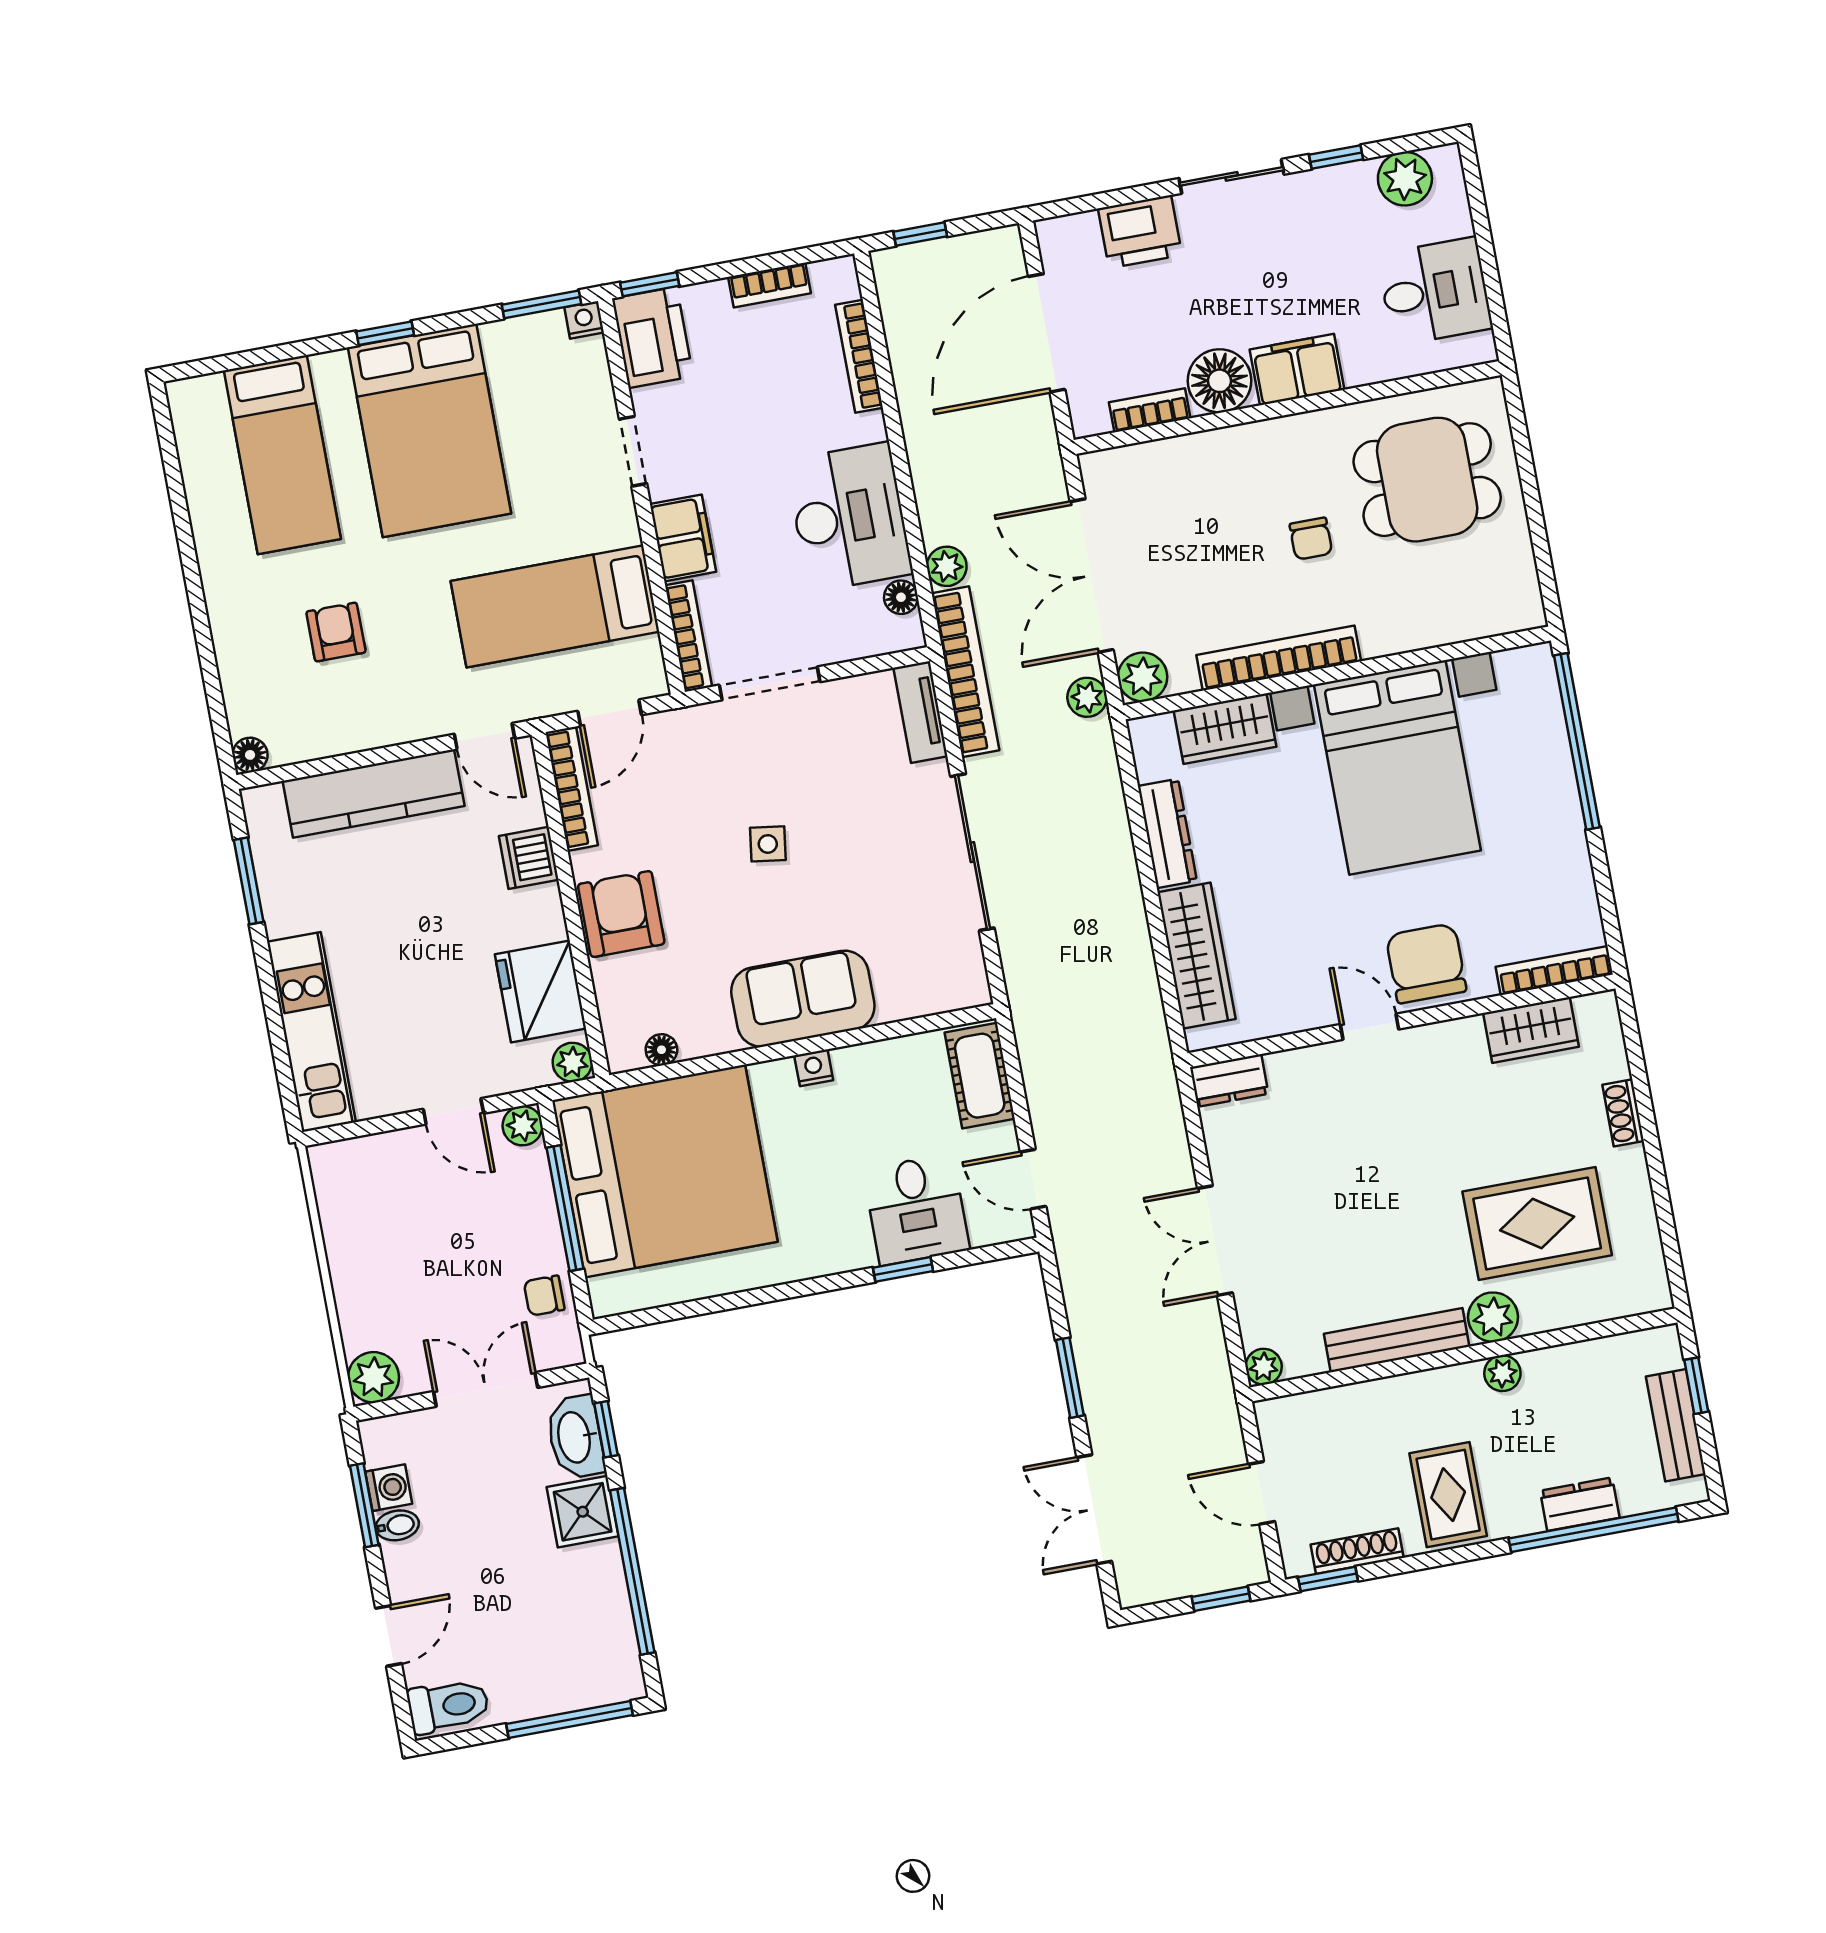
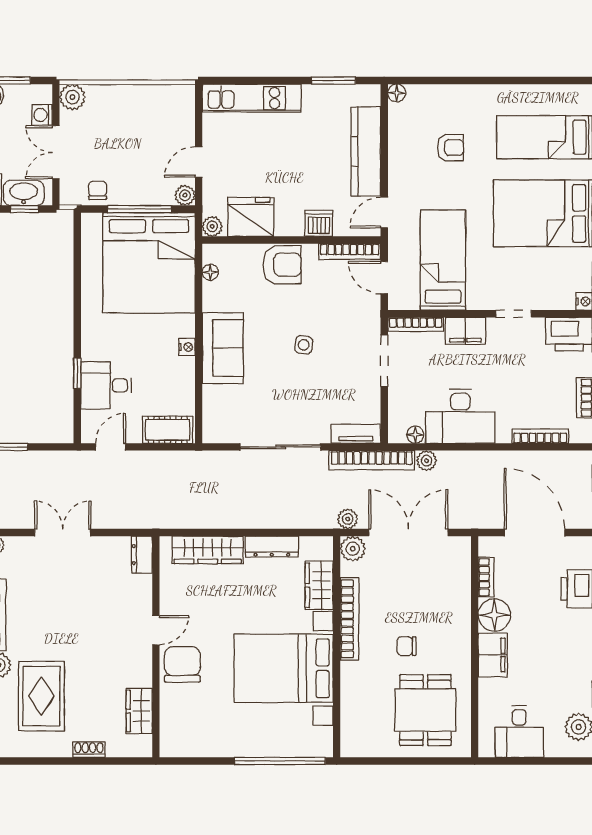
chair: (1426, 963) -> (182, 664), turned -90
bookcase: (1554, 971) -> (167, 728), removed
double door: (486, 1389) -> (56, 152), swing flipped
washing machine: (389, 1488) -> (42, 115), moved, turned 90

